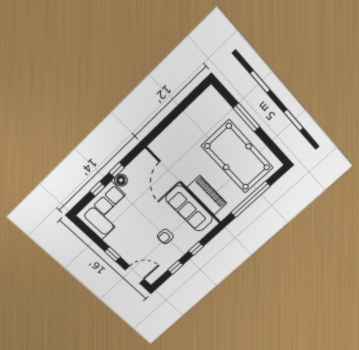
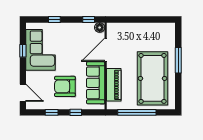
window: (117, 170) -> (89, 19), moved
floor lamp: (121, 180) -> (100, 28), moved
corner sofa: (106, 211) -> (41, 50), moved, turned -90
armchair: (165, 236) -> (65, 86), width x1.88, depth x1.88
window: (113, 254) -> (23, 51), moved

